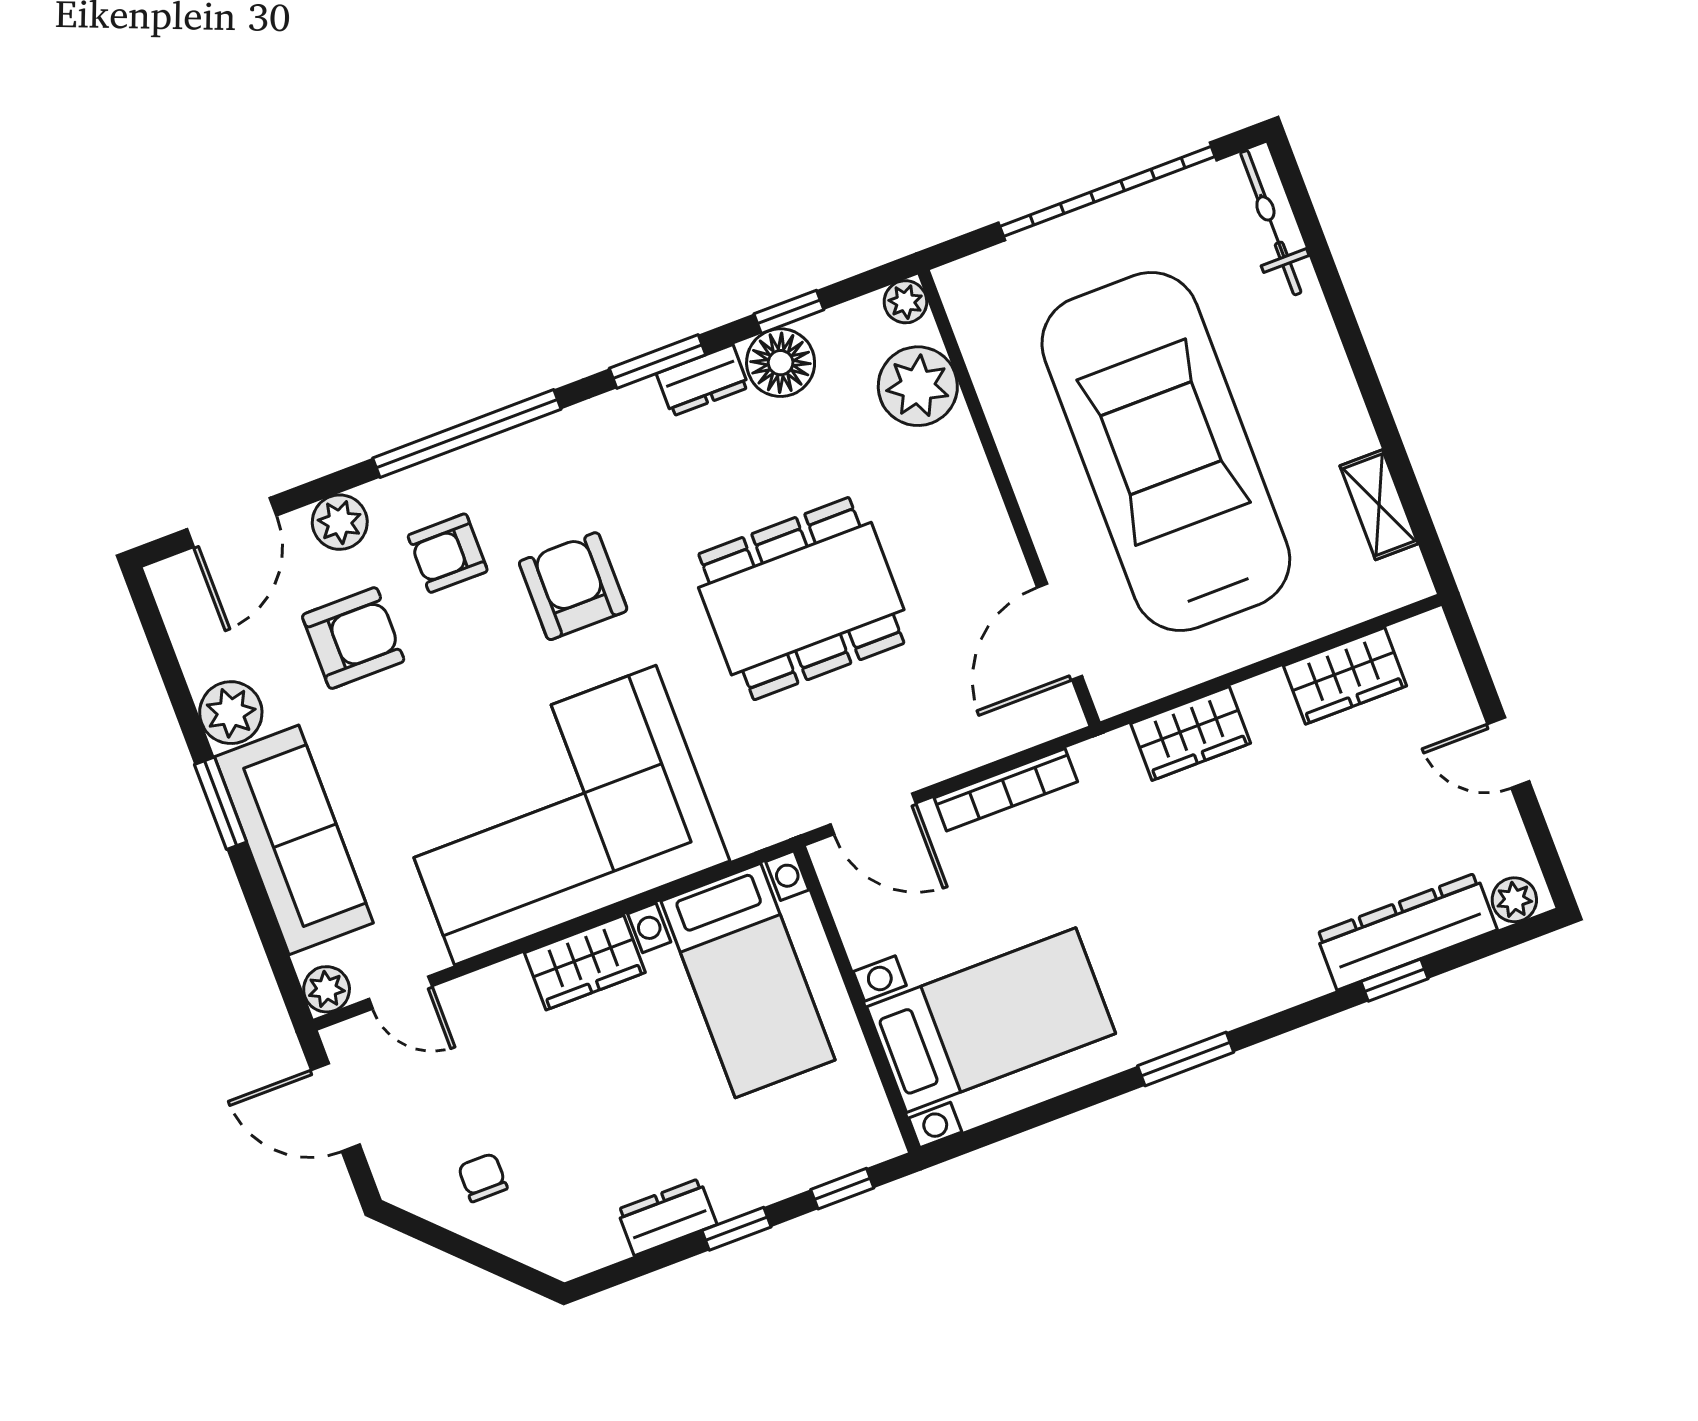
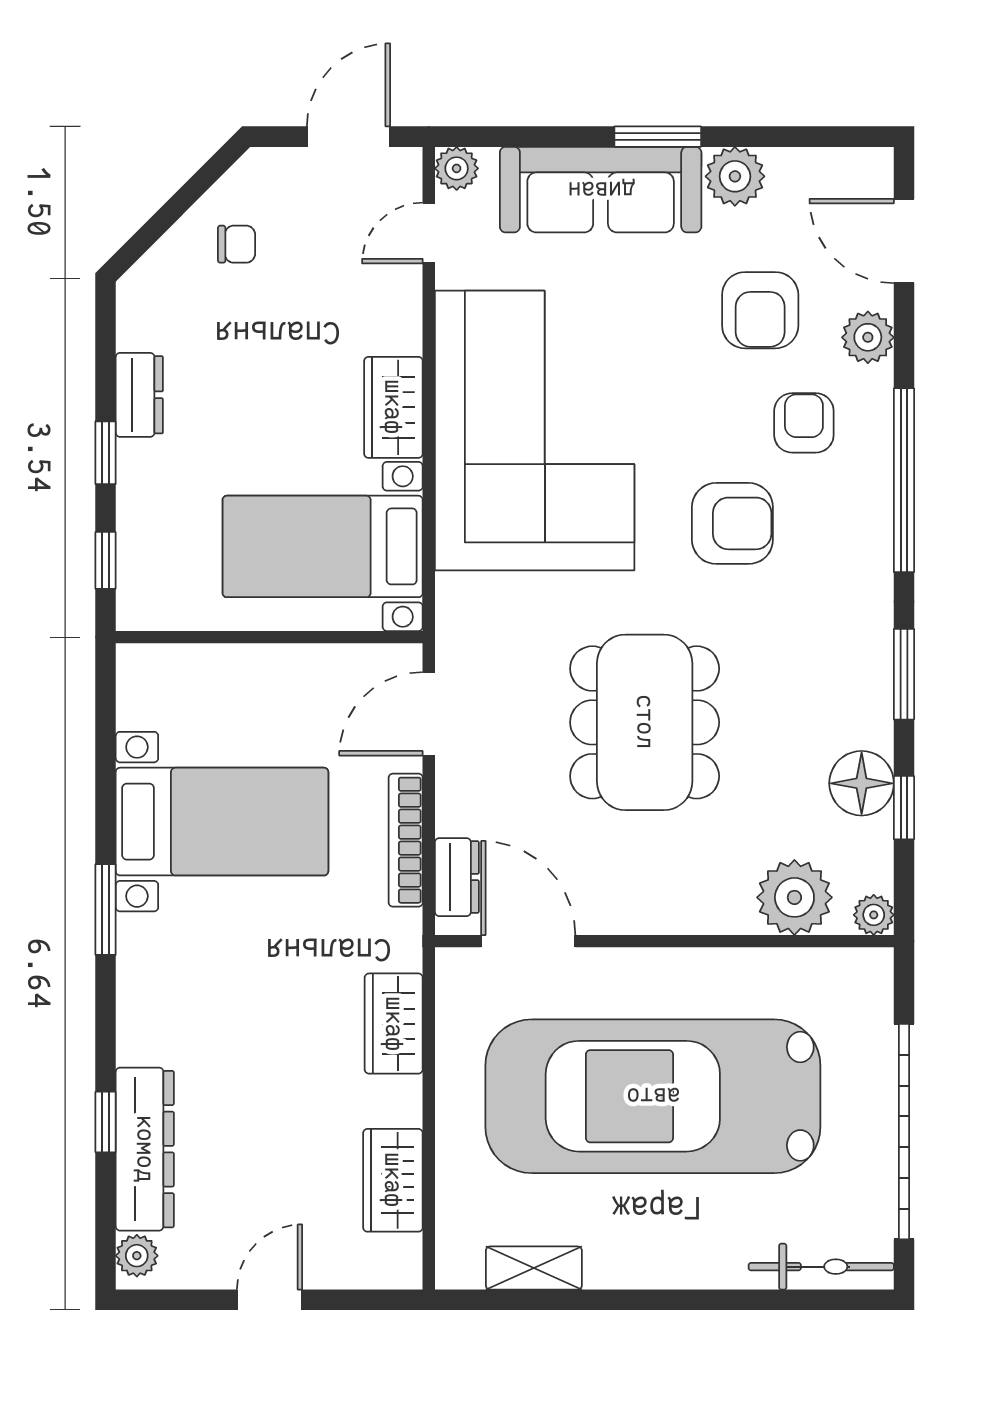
dresser: (703, 380) -> (457, 877), moved, turned 180
car: (1166, 452) -> (653, 1096), turned 180
bed with nightstands: (991, 1020) -> (222, 822), moved, turned -90

